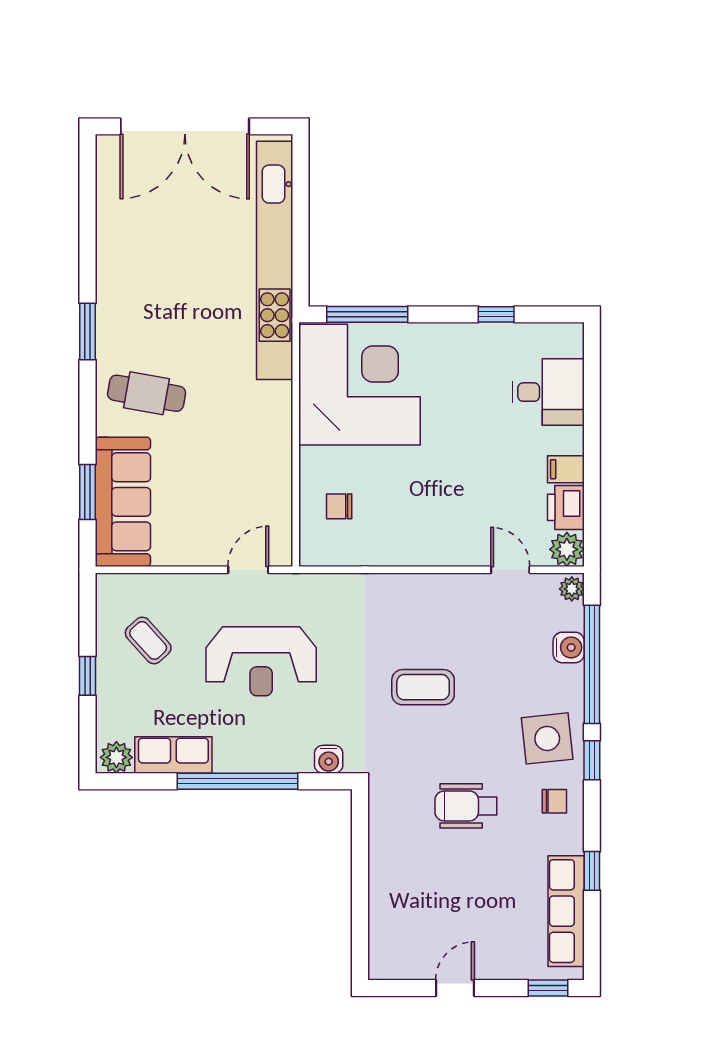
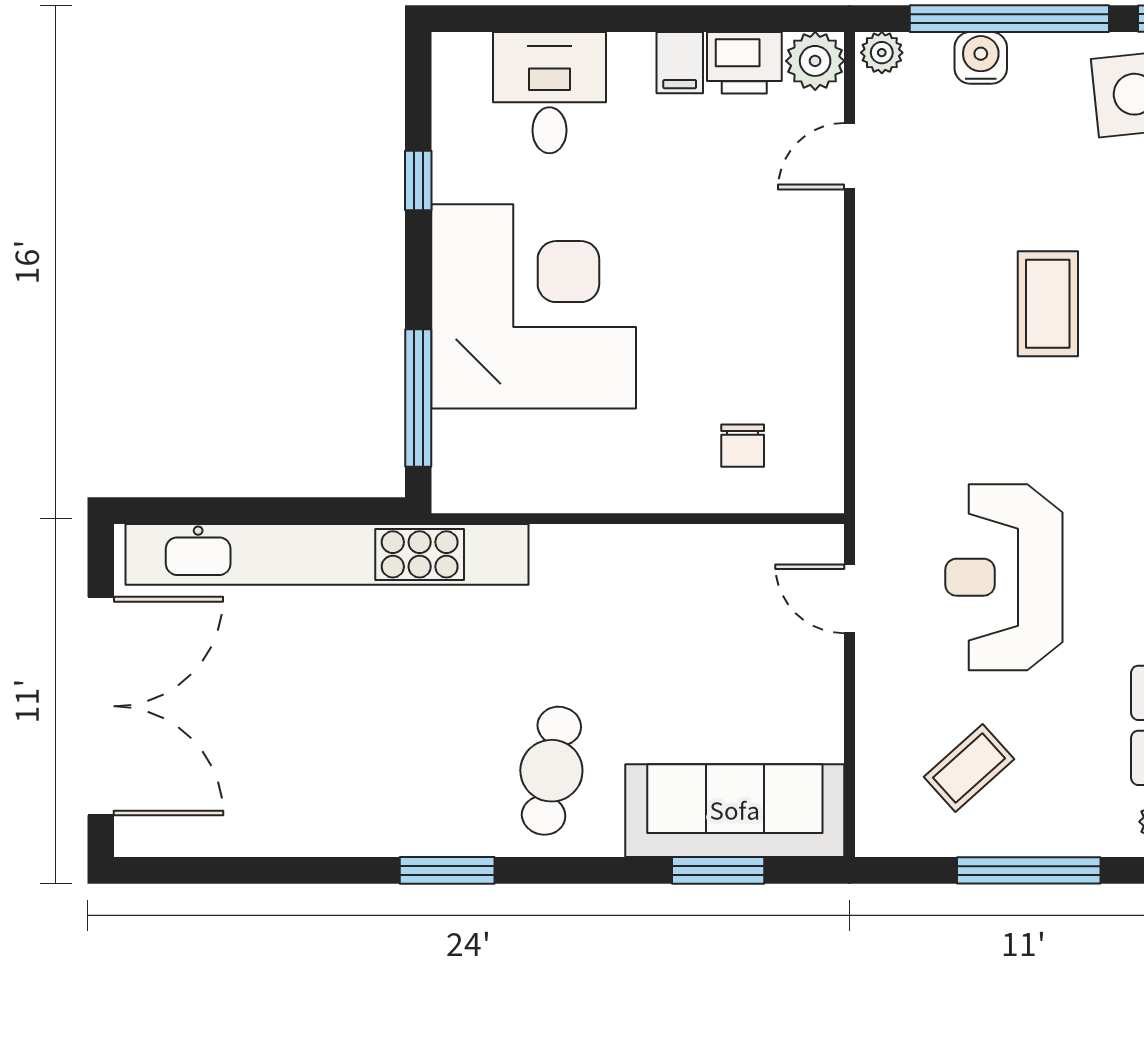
corner desk: (359, 385) -> (534, 306), moved, turned 90
reception desk: (261, 661) -> (1004, 577), turned 180
window: (87, 676) -> (1029, 870), width x2.17

